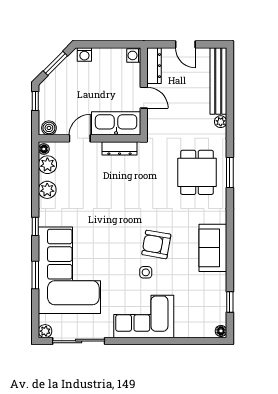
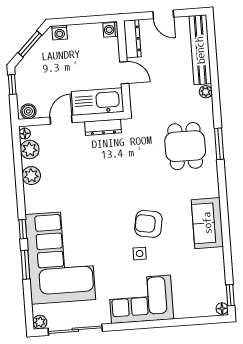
window: (35, 226) -> (23, 229), moved
window: (230, 302) -> (230, 295), moved

